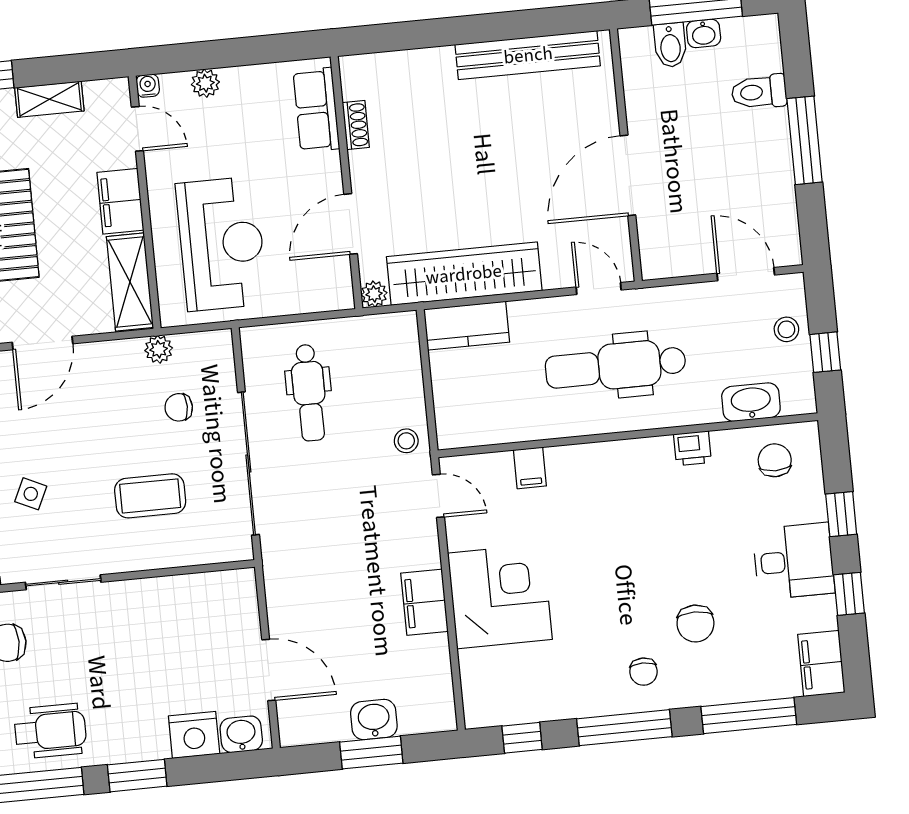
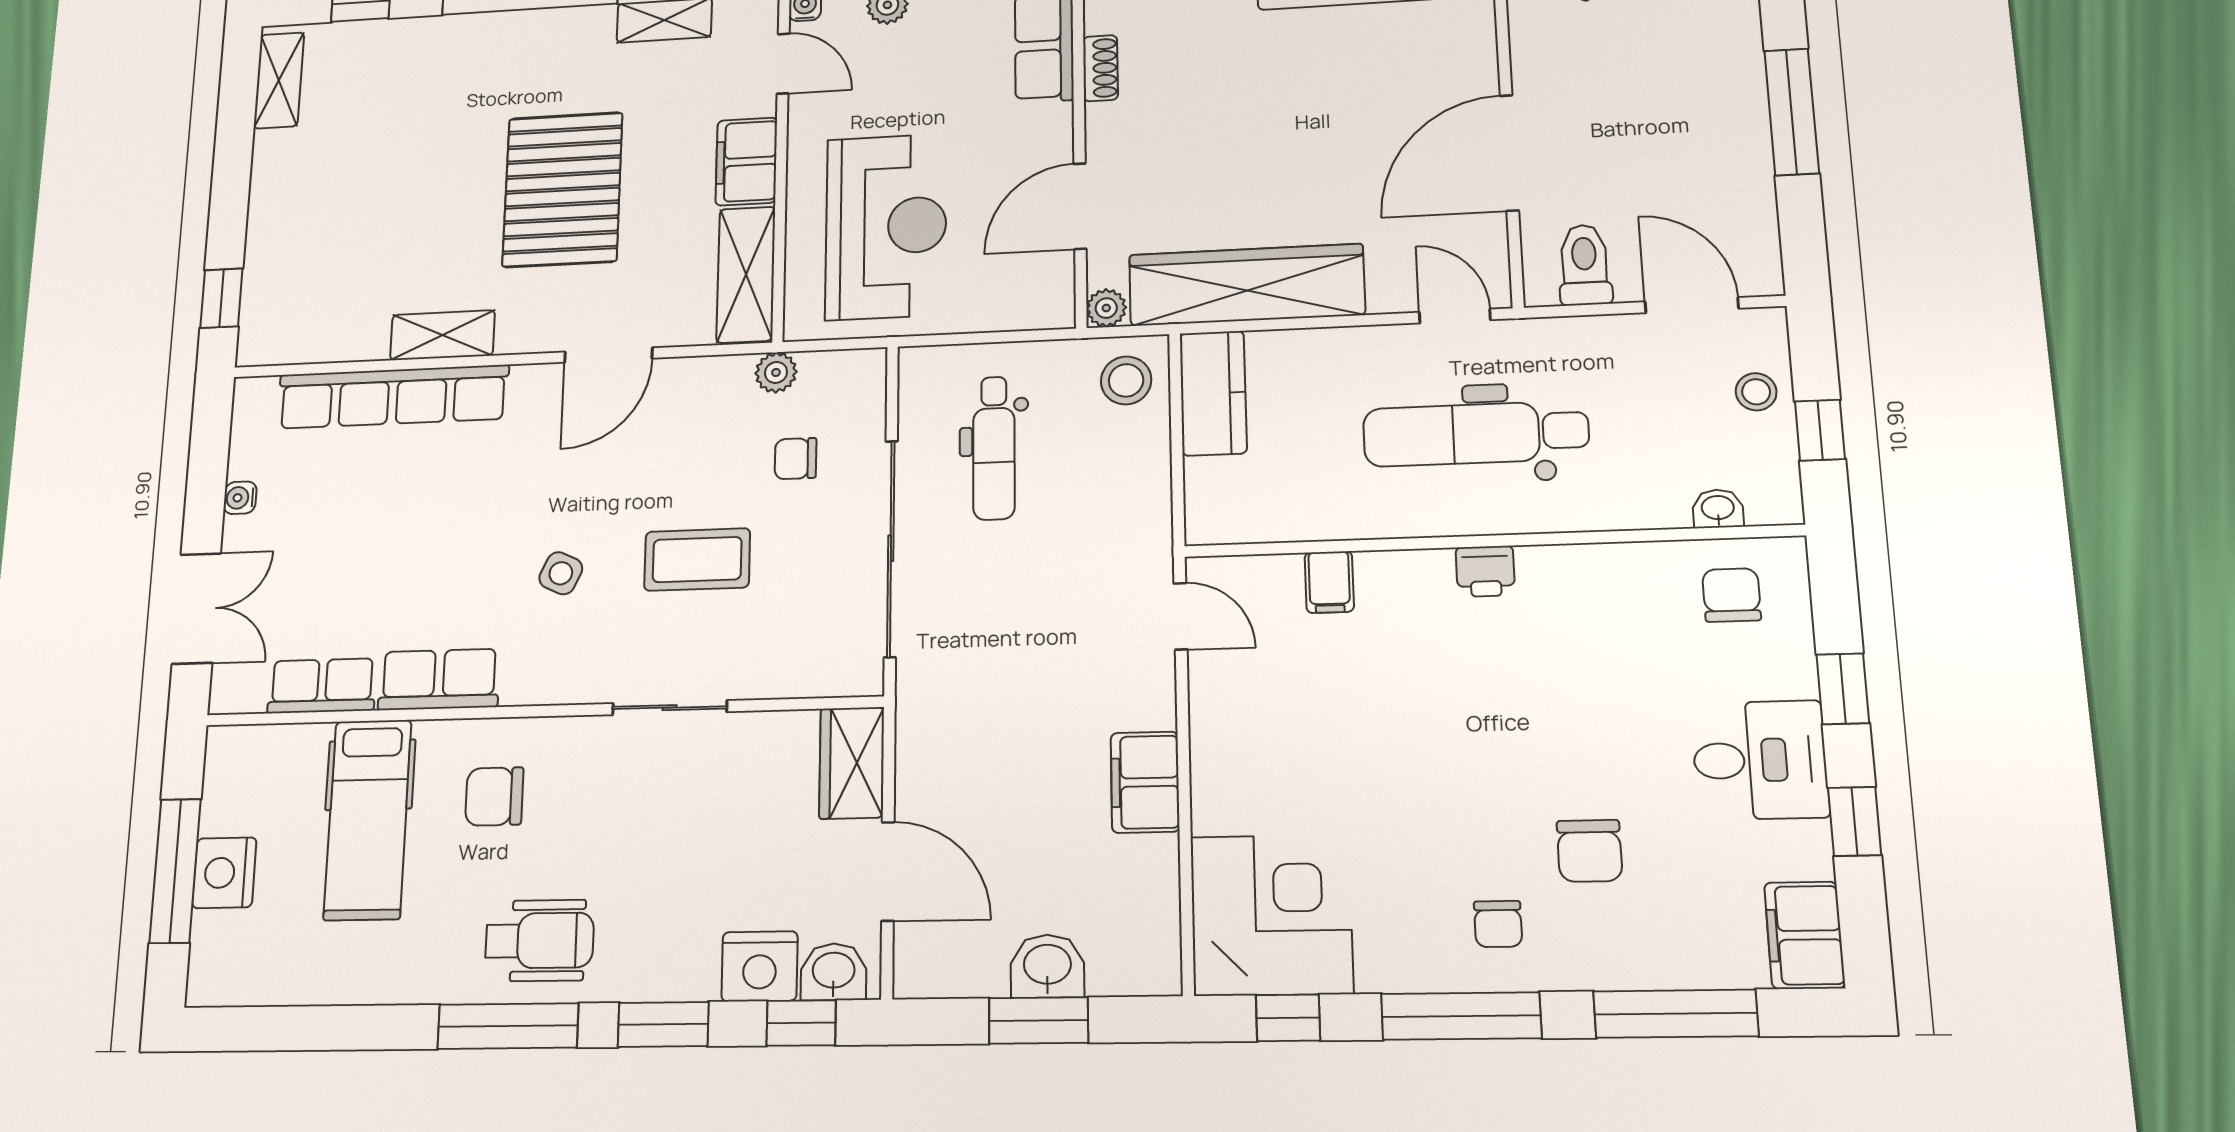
toilet: (759, 92) -> (1584, 265), moved, turned 90
kitchen counter: (467, 326) -> (1213, 393), moved, turned -90
washbasin: (751, 402) -> (1718, 509), width x0.52, depth x0.69
stool: (406, 441) -> (1126, 380), moved, width x1.37, depth x1.37
printer: (692, 448) -> (1485, 571), moved
coffee table: (150, 496) -> (697, 560), moved
sliding door: (63, 582) -> (670, 708), moved
corner desk: (500, 596) -> (1271, 915), moved
wardrobe: (238, 604) -> (852, 763), added
window: (224, 767) -> (801, 1023), added

